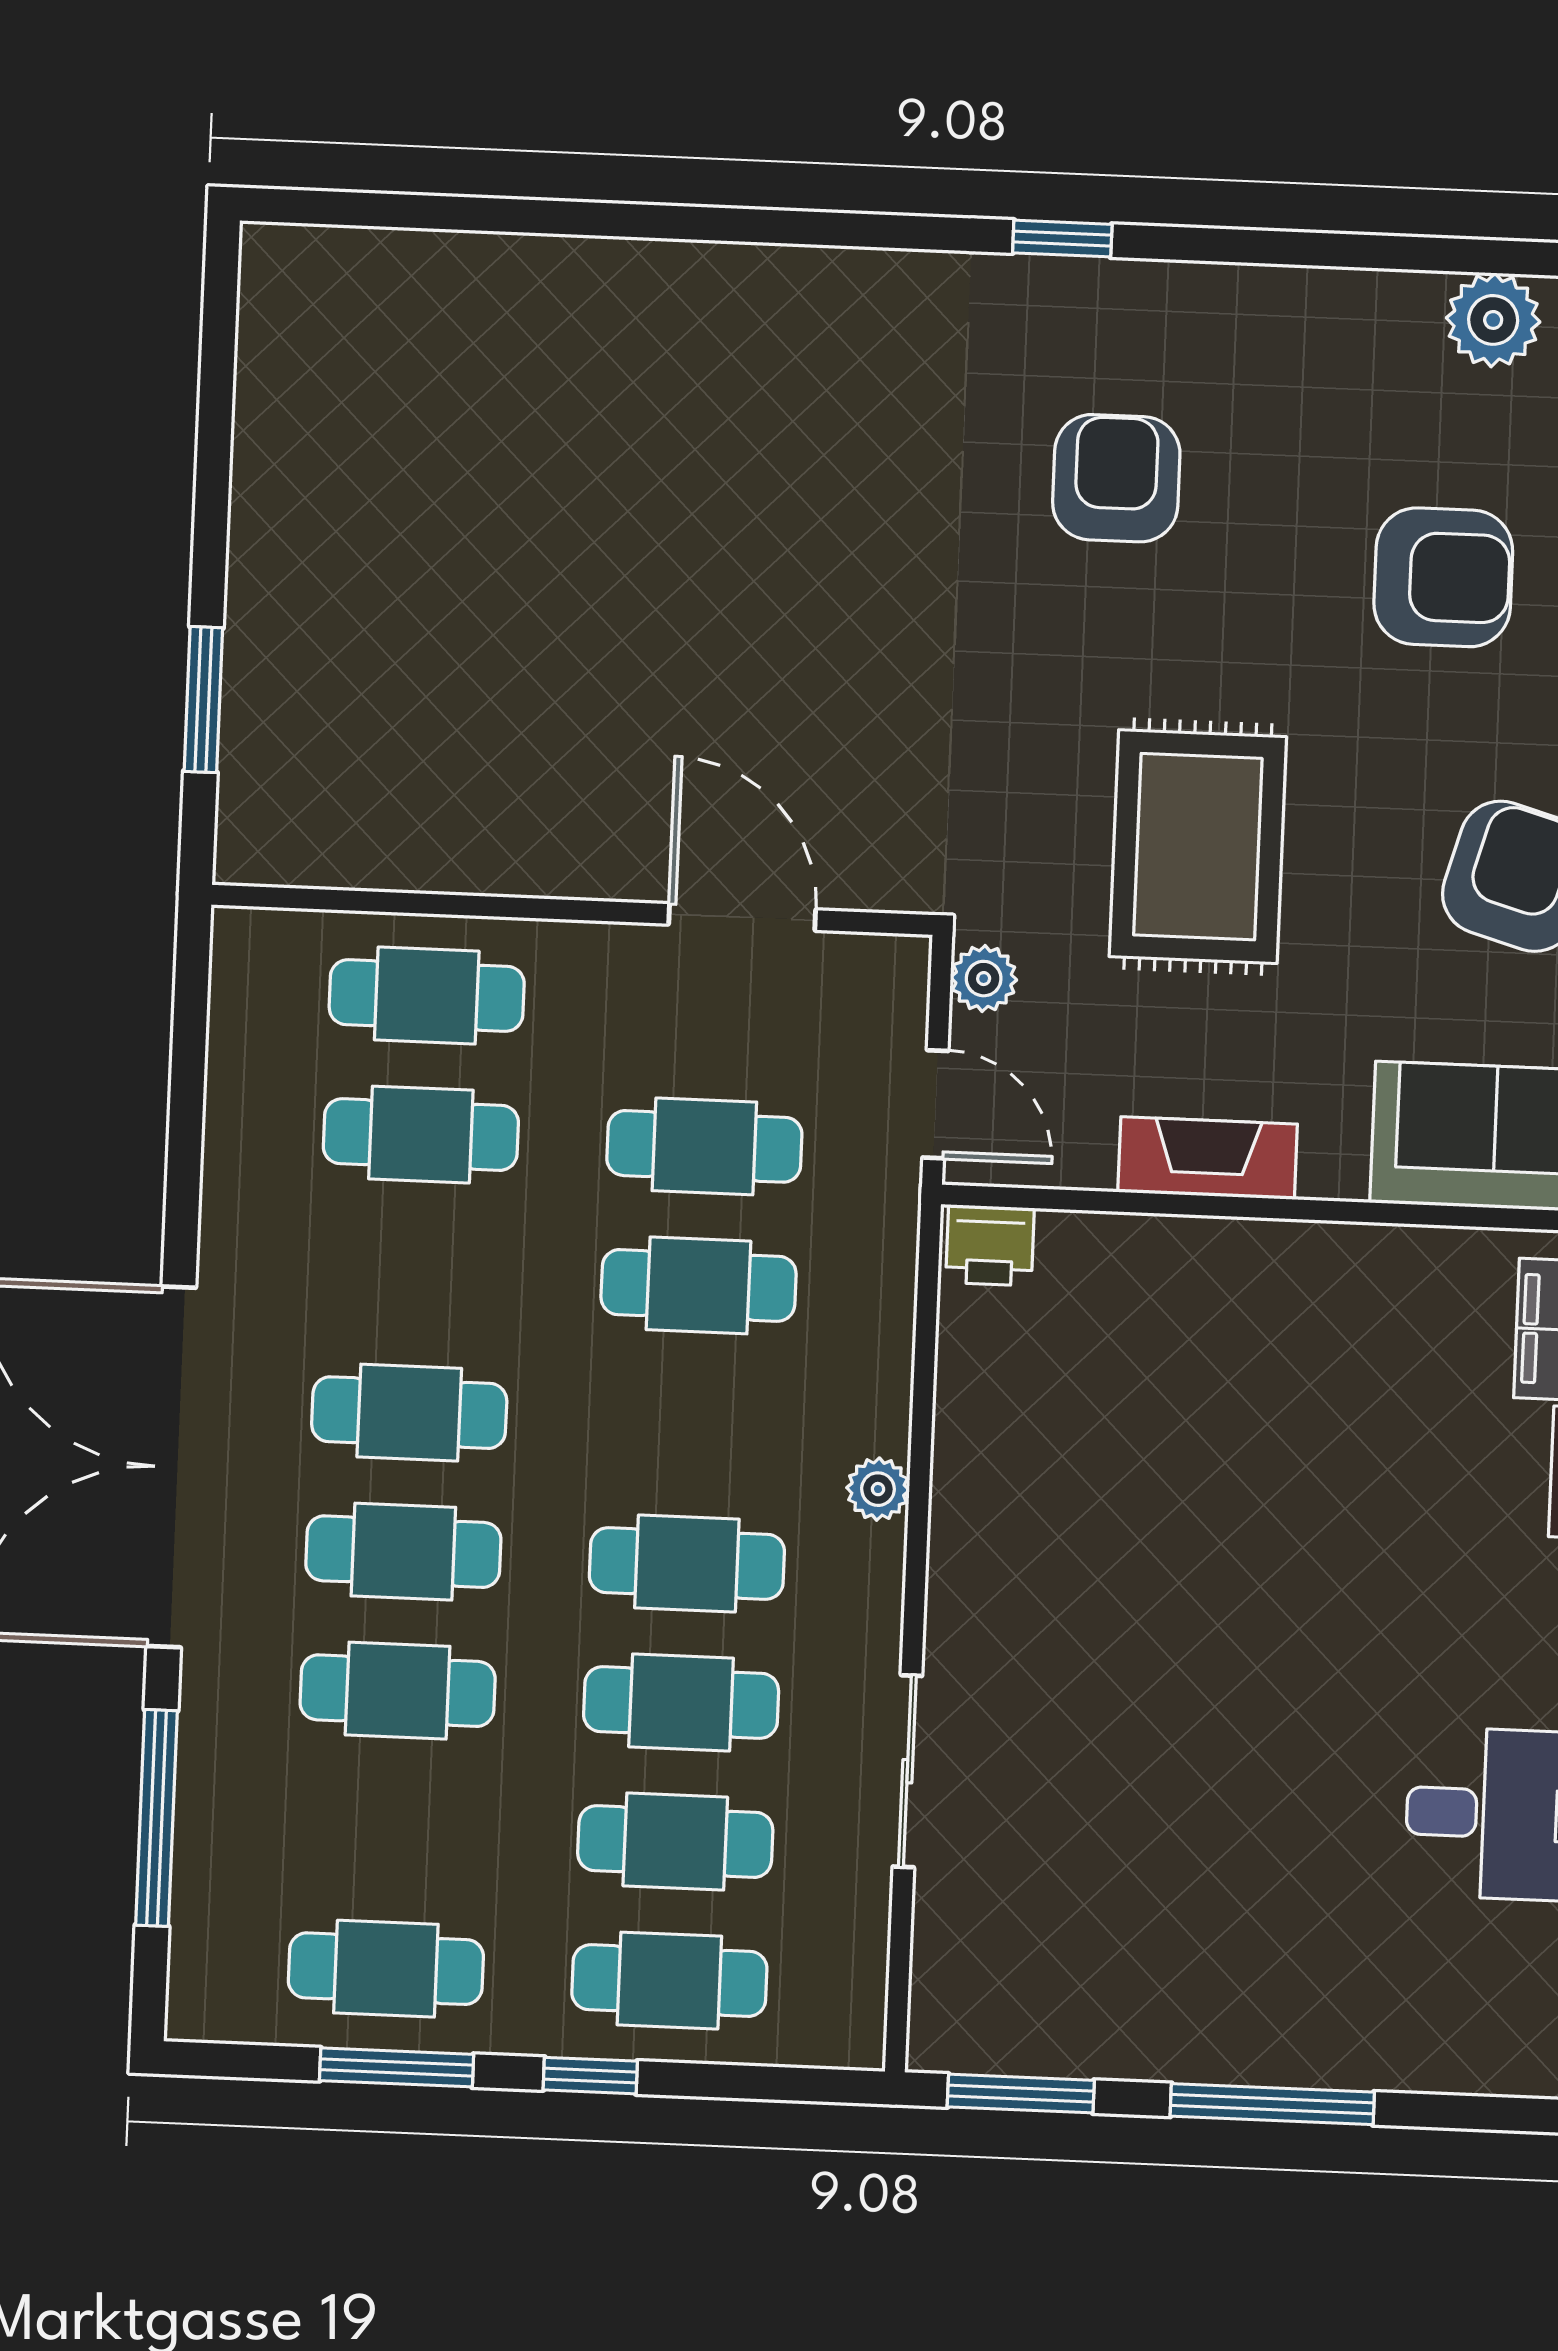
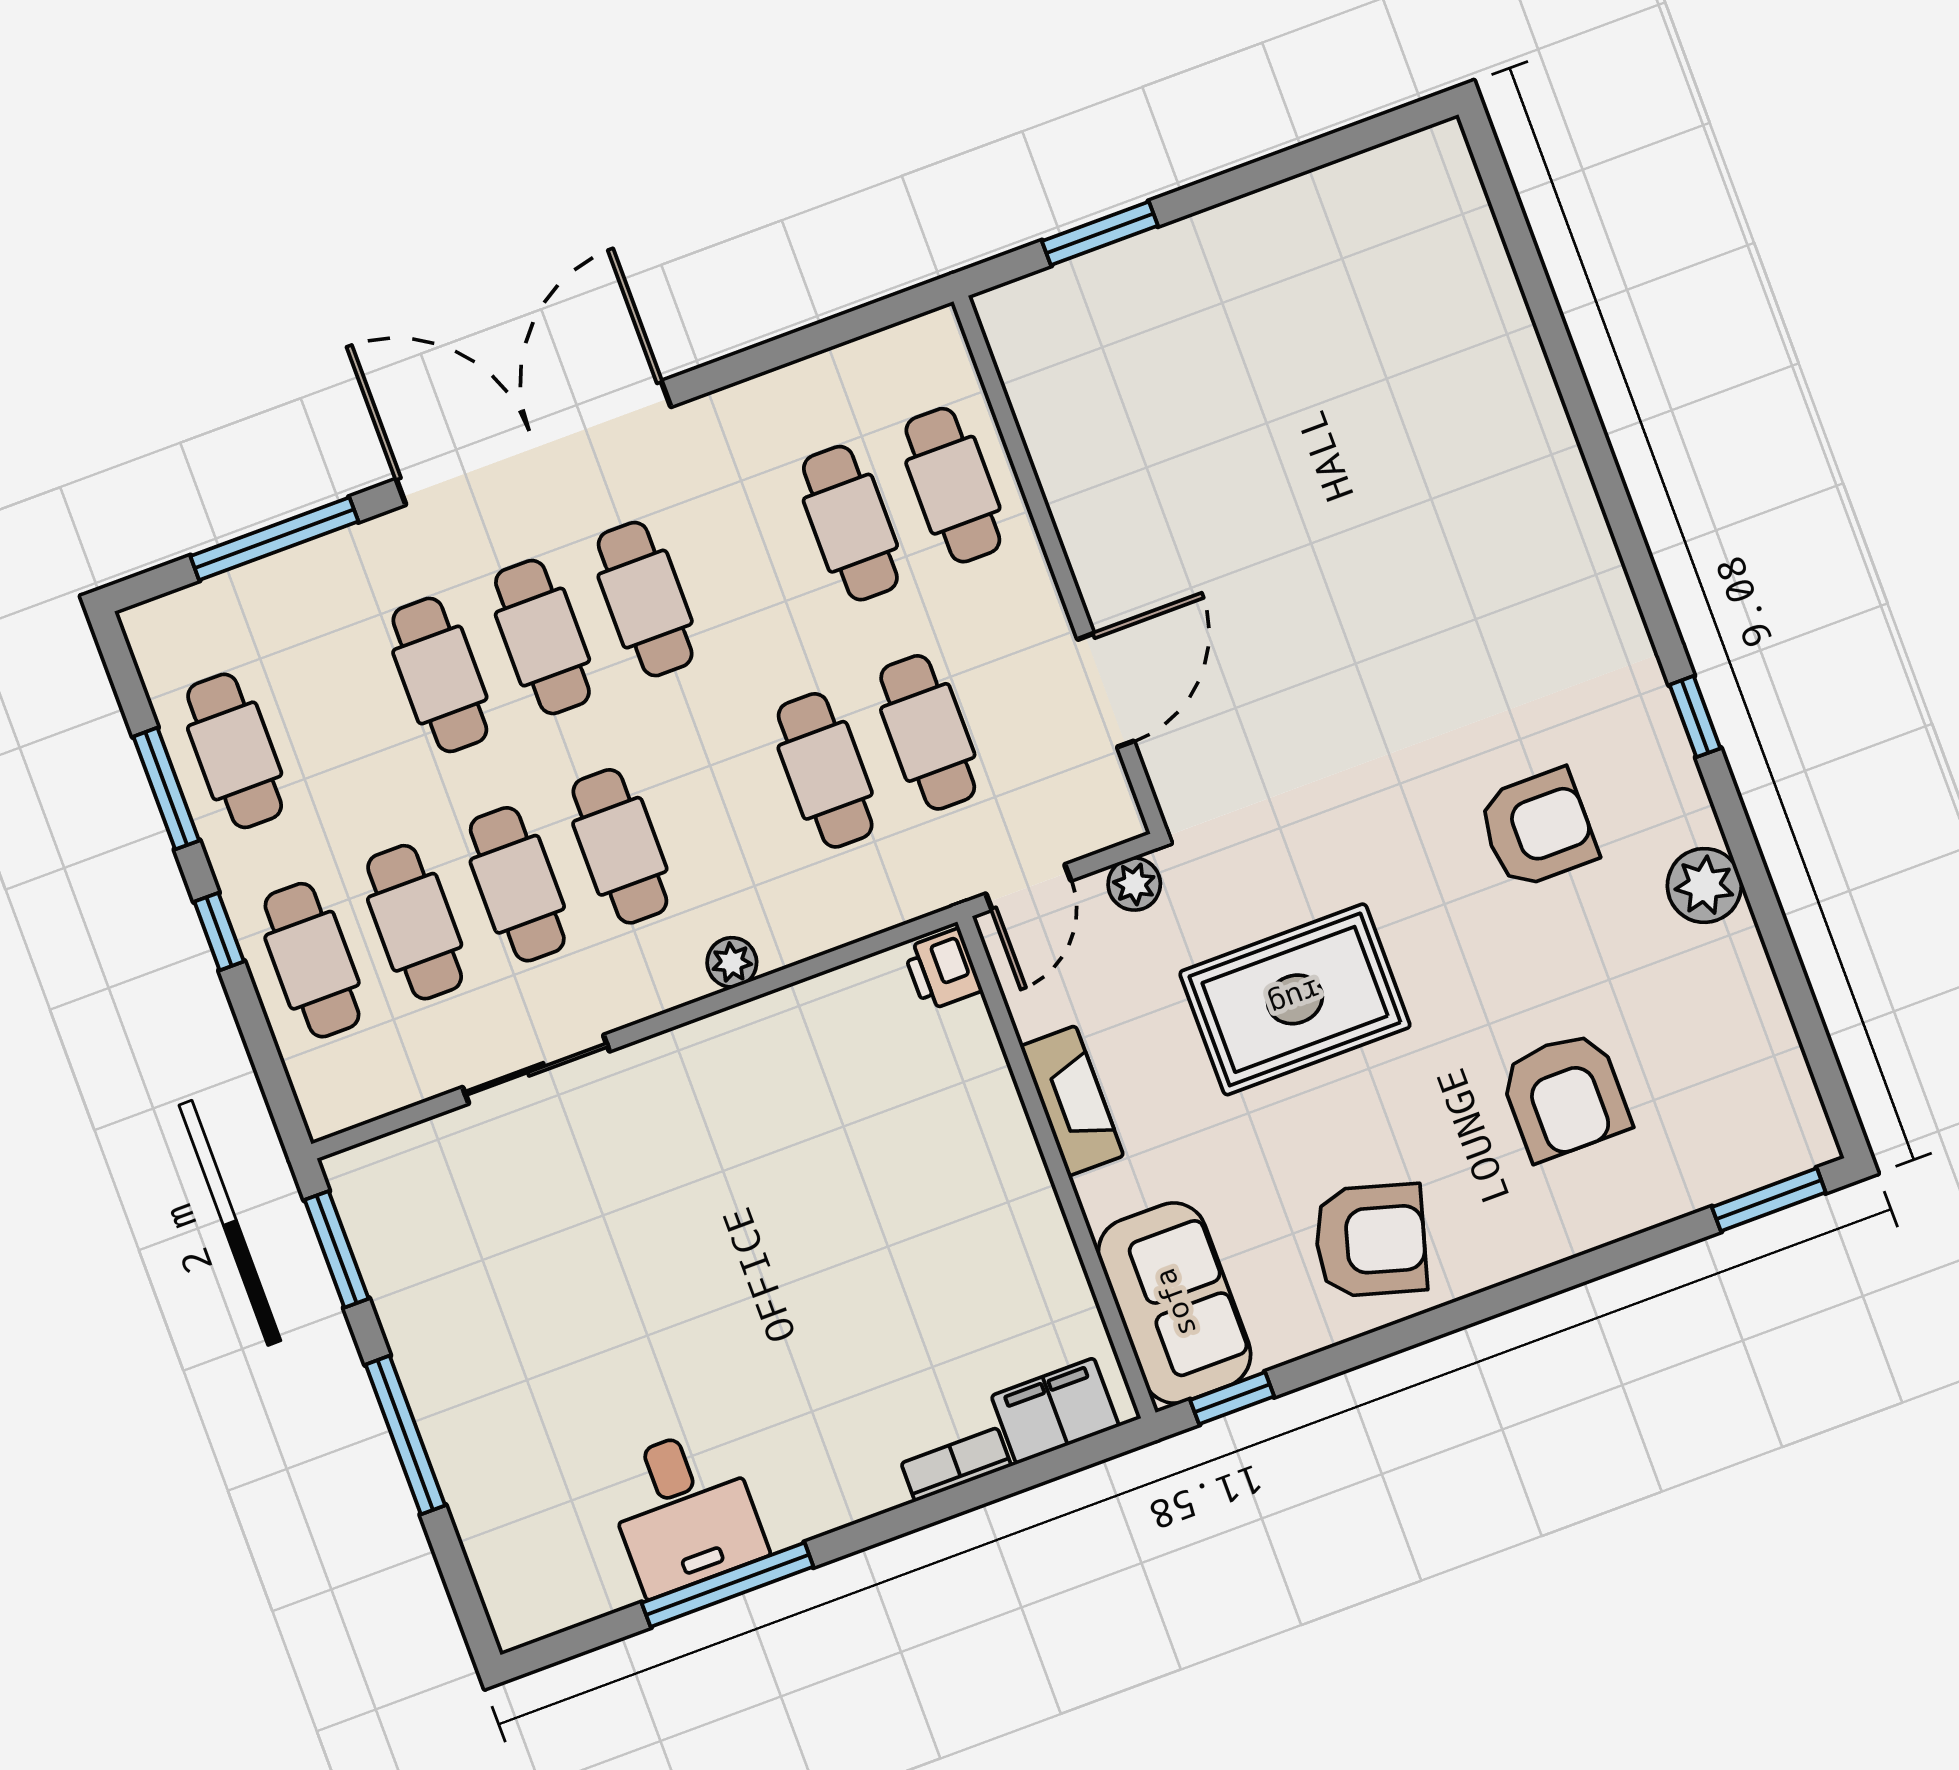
plant: (1493, 320) -> (1704, 885), moved

